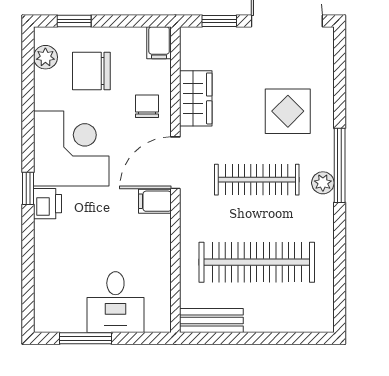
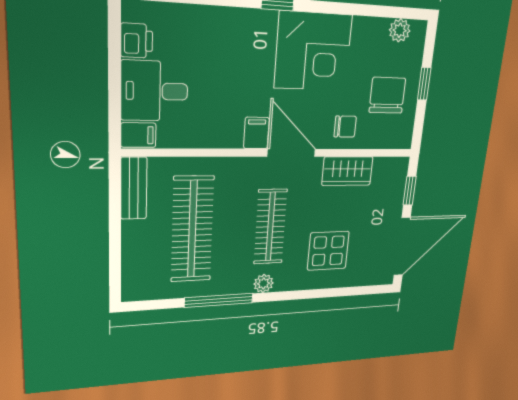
window: (74, 21) -> (424, 84), moved
filing cabinet: (159, 43) -> (138, 135), moved, turned 180
chair: (91, 71) -> (387, 95), moved
window: (340, 165) -> (219, 300), moved
printer: (47, 204) -> (137, 41), moved, turned -90
window: (85, 338) -> (114, 57), removed

